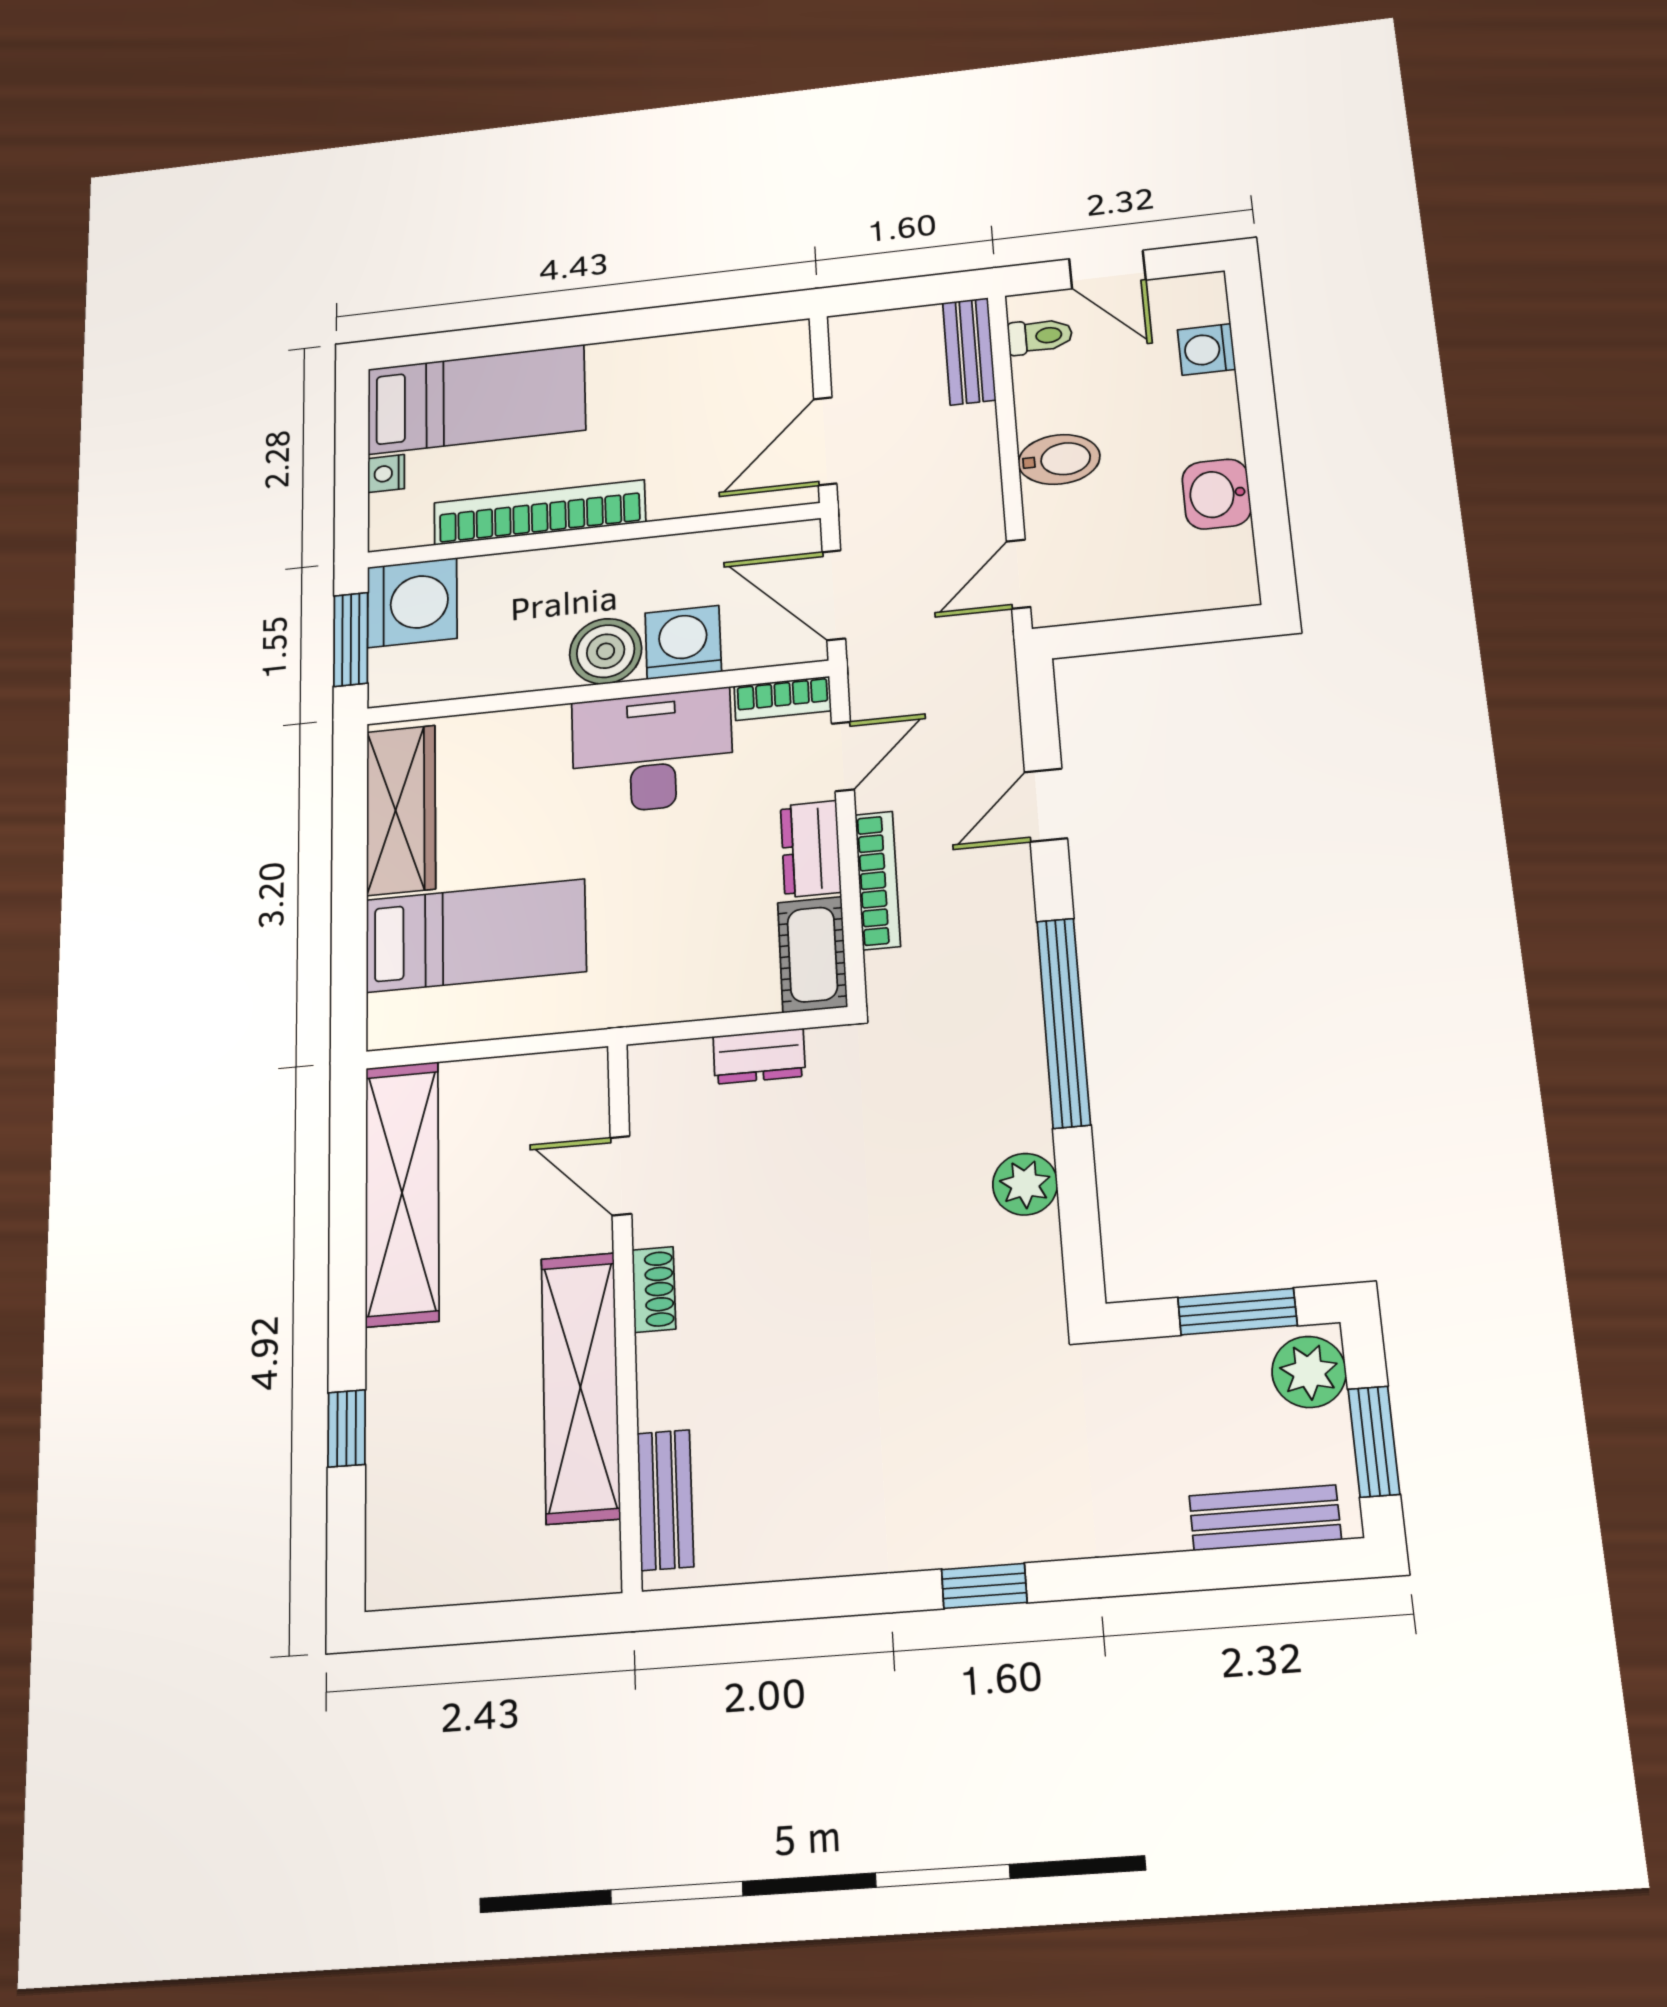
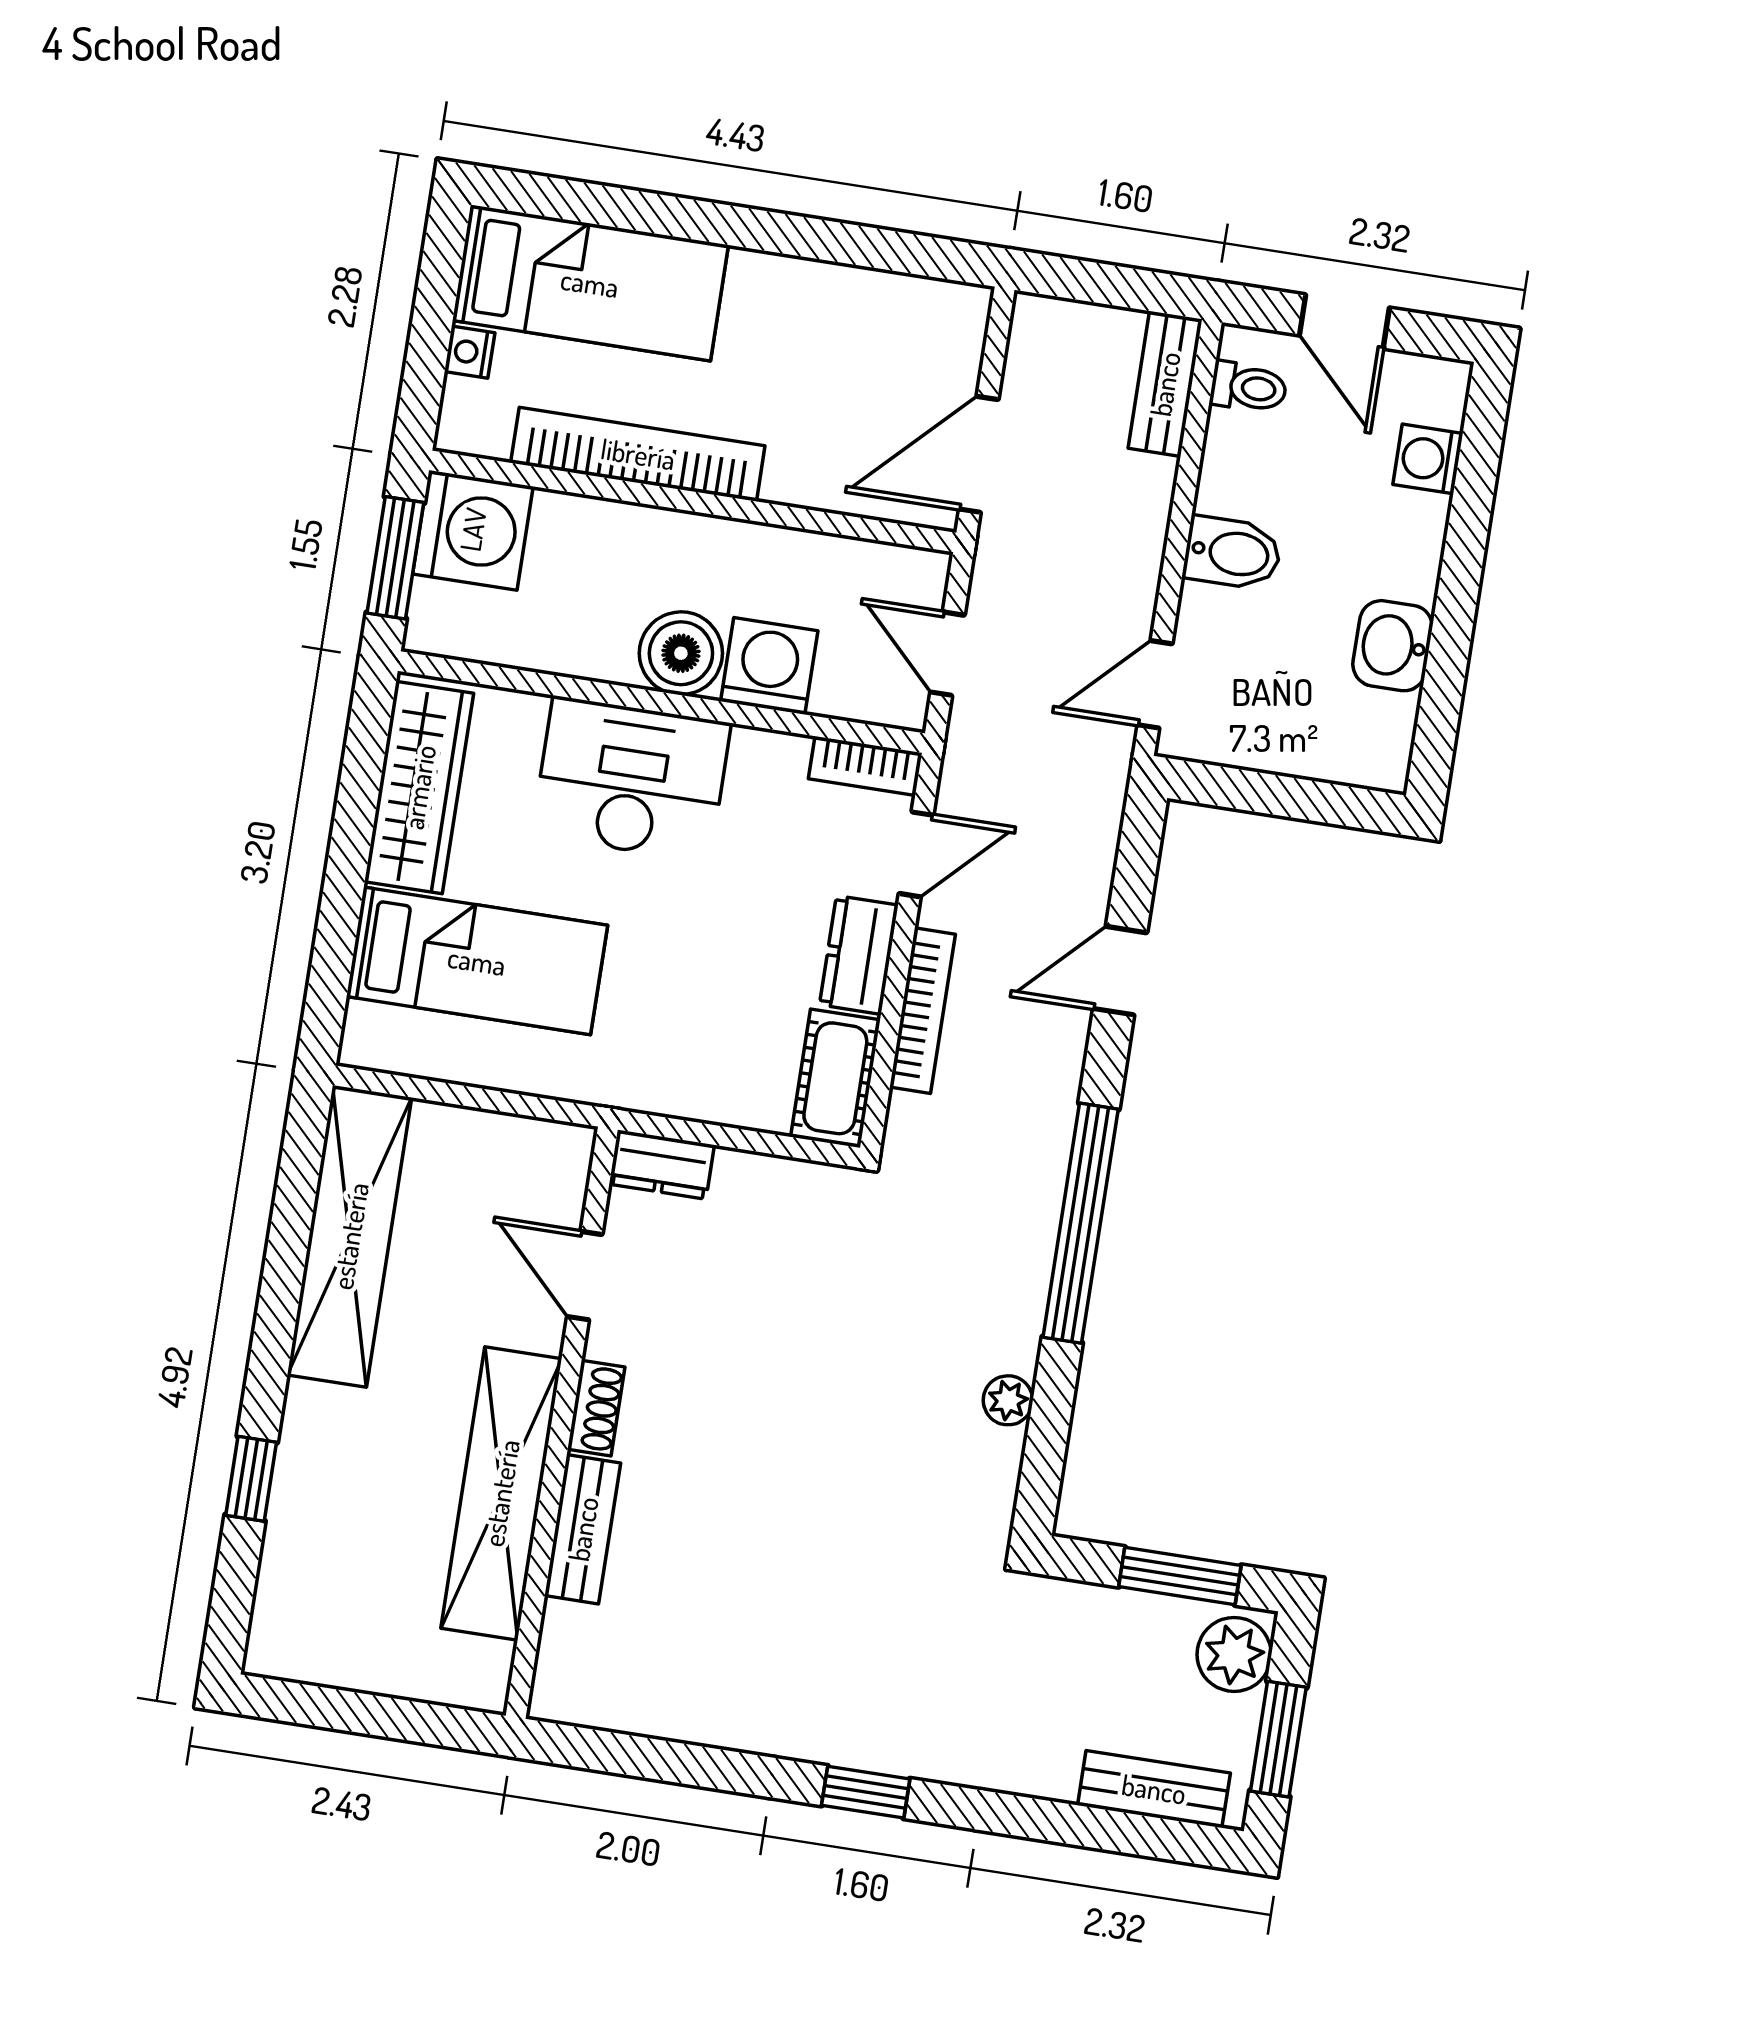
door: (834, 595) -> (947, 654), width x0.73
desk: (652, 751) -> (631, 779), moved
dresser: (759, 1056) -> (662, 1165), moved
plant: (1025, 1184) -> (1008, 1400), width x0.73, depth x0.73
bench: (665, 1500) -> (583, 1529), moved

